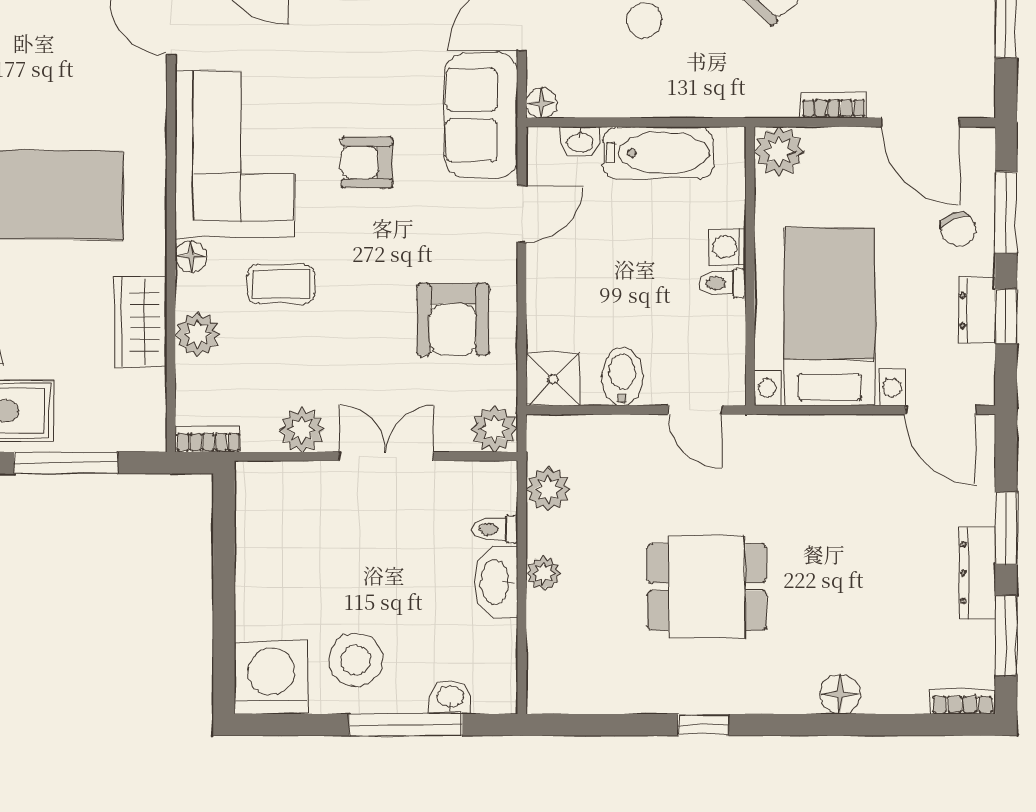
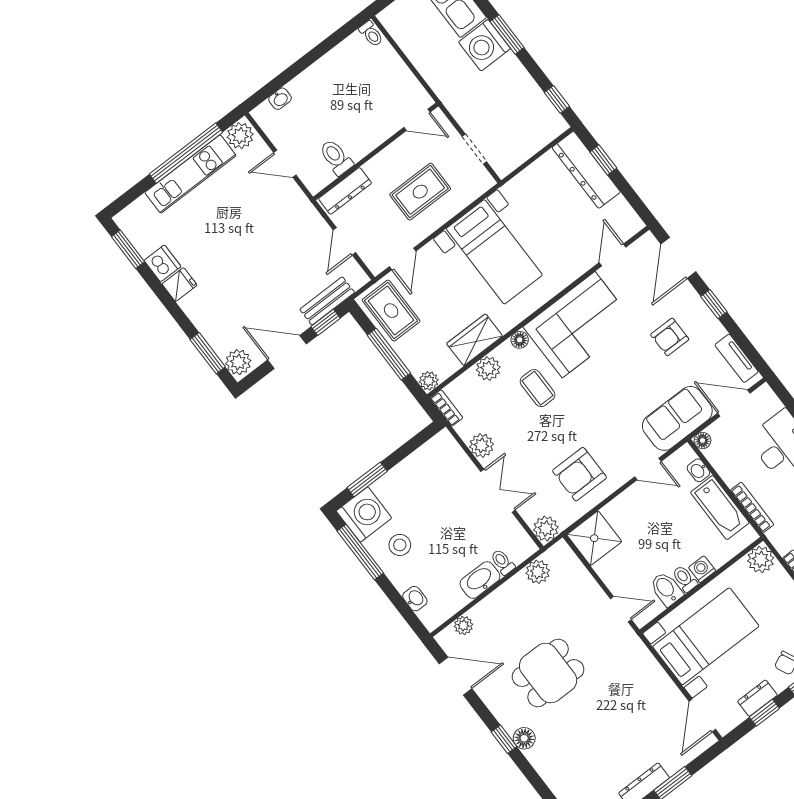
bookcase: (694, 105) -> (752, 507), added
armchair: (367, 163) -> (670, 337), moved, turned -90
bidet: (622, 376) -> (666, 589), moved, turned -90
shower: (553, 379) -> (594, 538), width x1.36, depth x1.36
door: (695, 410) -> (621, 609), swing flipped
plant: (149, 434) -> (429, 381), added
plant: (543, 573) -> (463, 625), moved
dining table: (707, 587) -> (548, 673), turned 90
window: (224, 634) -> (367, 479), added
stool: (356, 660) -> (400, 545), width x0.73, depth x0.73
floor lamp: (840, 694) -> (524, 738), moved
window: (406, 725) -> (360, 552), moved
door: (608, 725) -> (456, 676), added
window: (703, 725) -> (504, 739), moved

